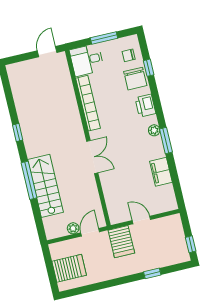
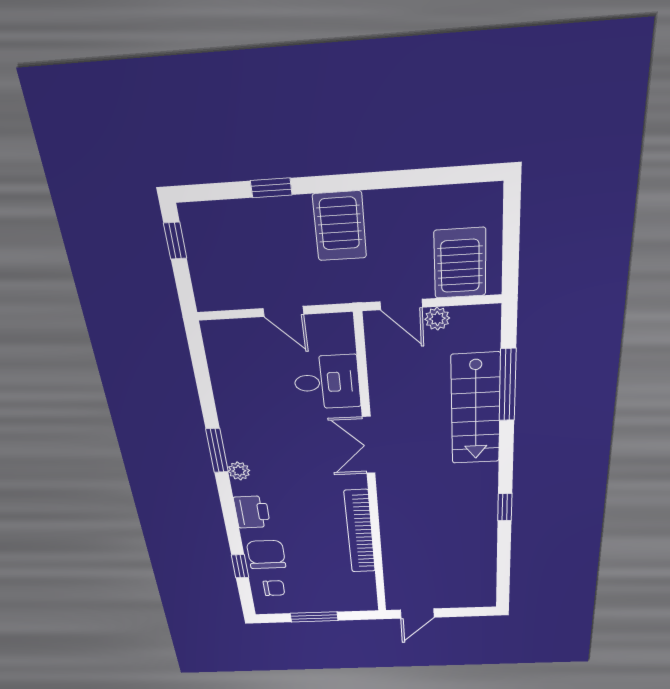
desk: (87, 60) -> (327, 382), moved
filing cabinet: (161, 172) -> (232, 398), removed
window: (29, 180) -> (508, 385), moved
door: (90, 232) -> (401, 304), hinge flipped
server rack: (121, 242) -> (340, 226), moved, turned 180
server rack: (69, 268) -> (460, 263), moved, turned 90

